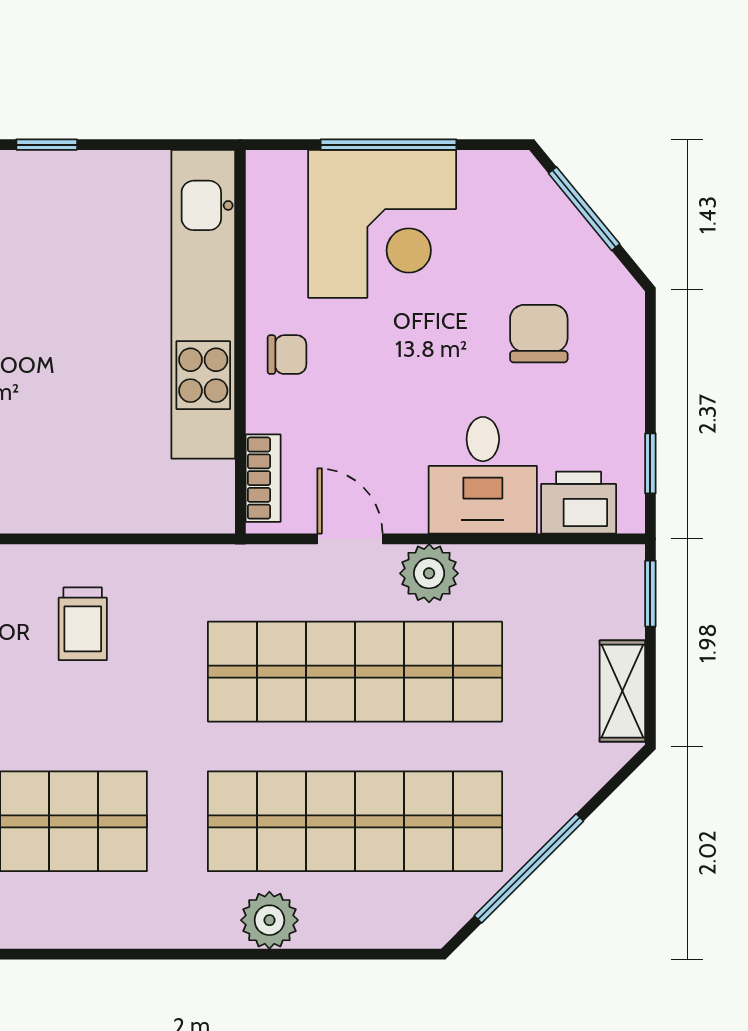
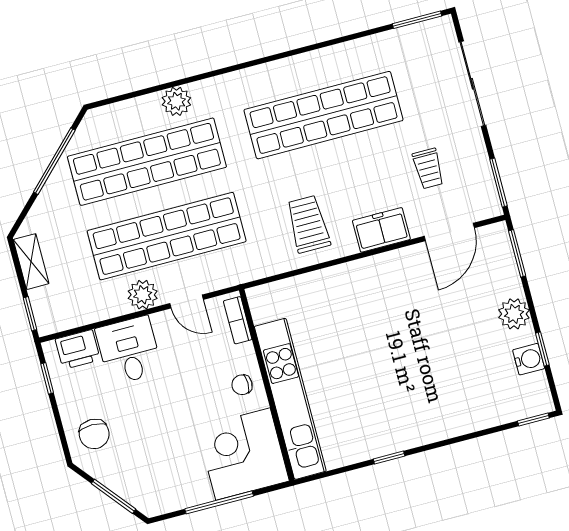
corner desk: (382, 224) -> (243, 454), moved
chair: (539, 334) -> (94, 434), moved
trolley: (83, 624) -> (308, 224), width x1.36, depth x1.39

